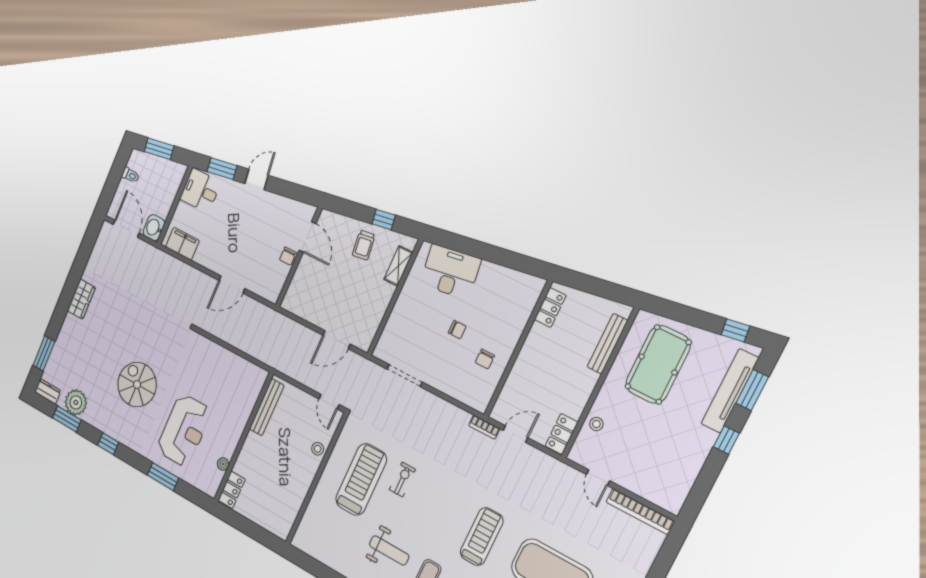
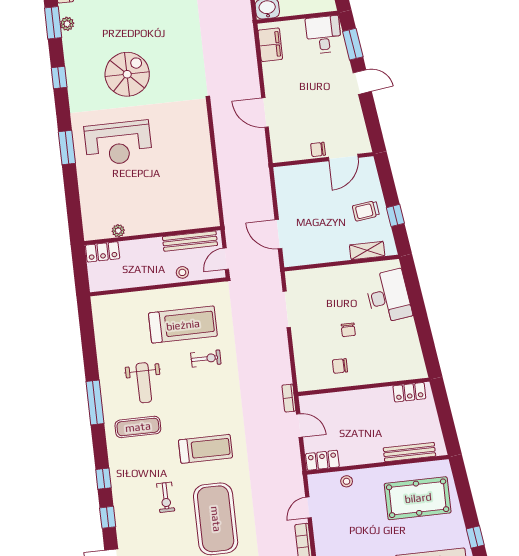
plant: (76, 402) -> (67, 24), width x0.53, depth x0.53
bench: (267, 407) -> (190, 241), moved
wall: (244, 437) -> (152, 236), moved
plant: (223, 464) -> (118, 231), moved
locker: (232, 490) -> (103, 252), moved

